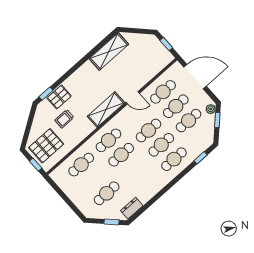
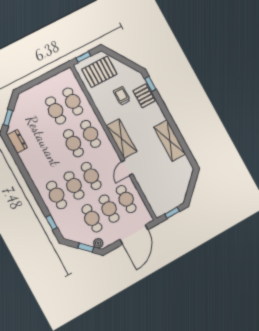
shelving: (109, 51) -> (170, 141), moved
pallet: (46, 146) -> (99, 72), turned 90
cafe table: (107, 193) -> (56, 111), moved

